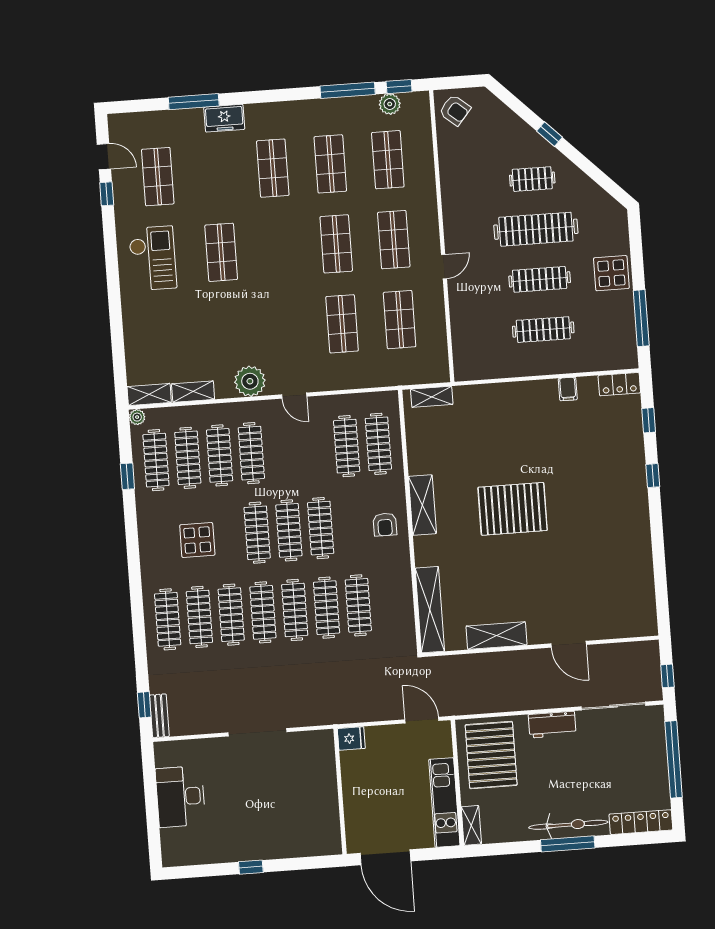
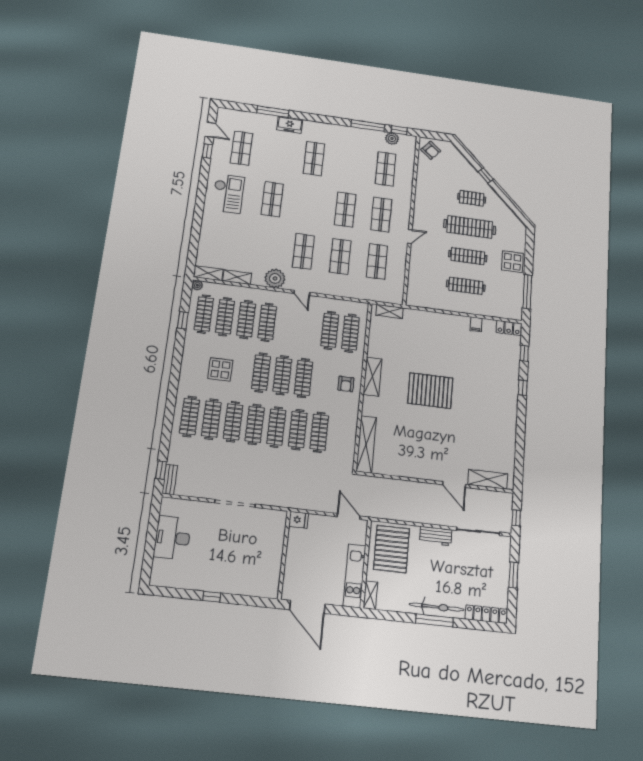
shop shelf: (330, 164) -> (303, 251), moved
shelving: (496, 636) -> (488, 479), moved
window: (674, 759) -> (514, 575), width x0.47

